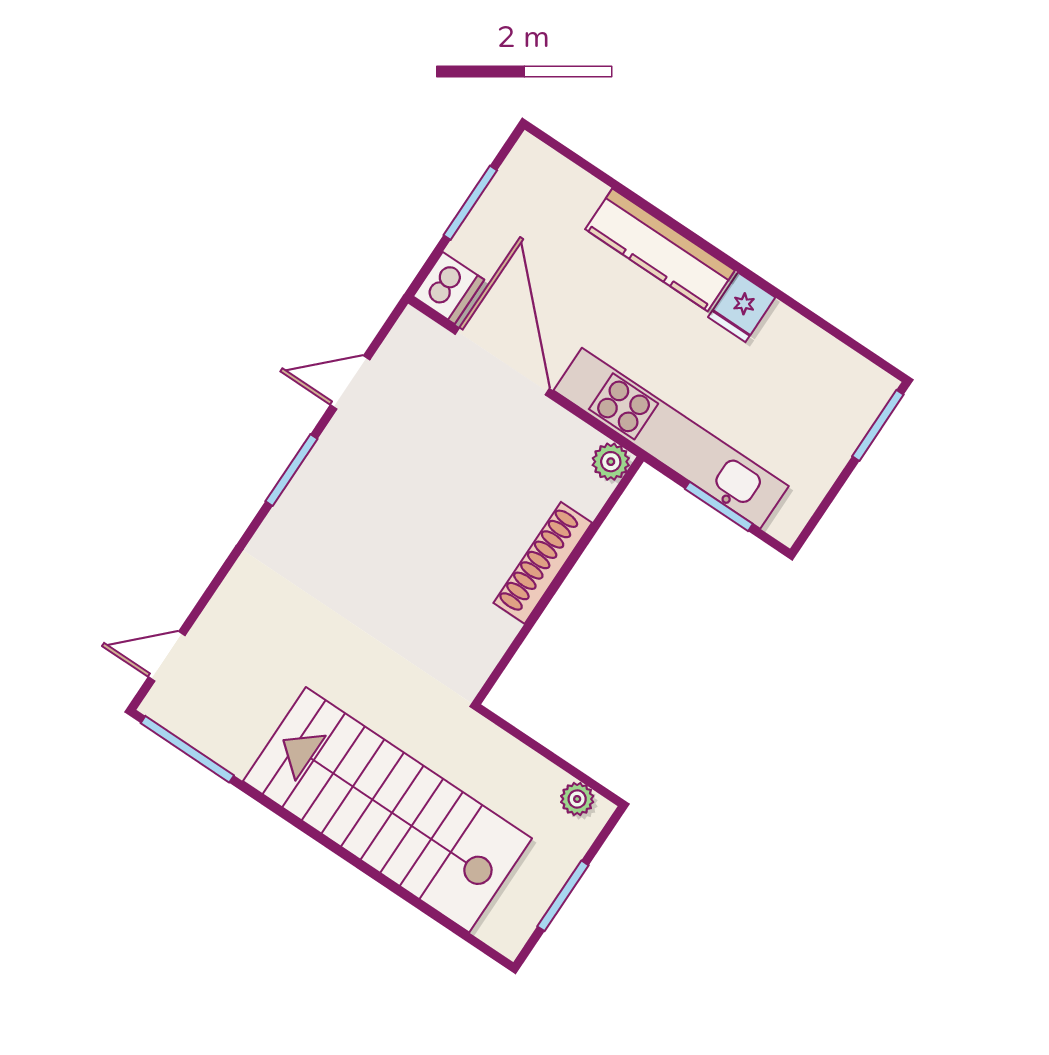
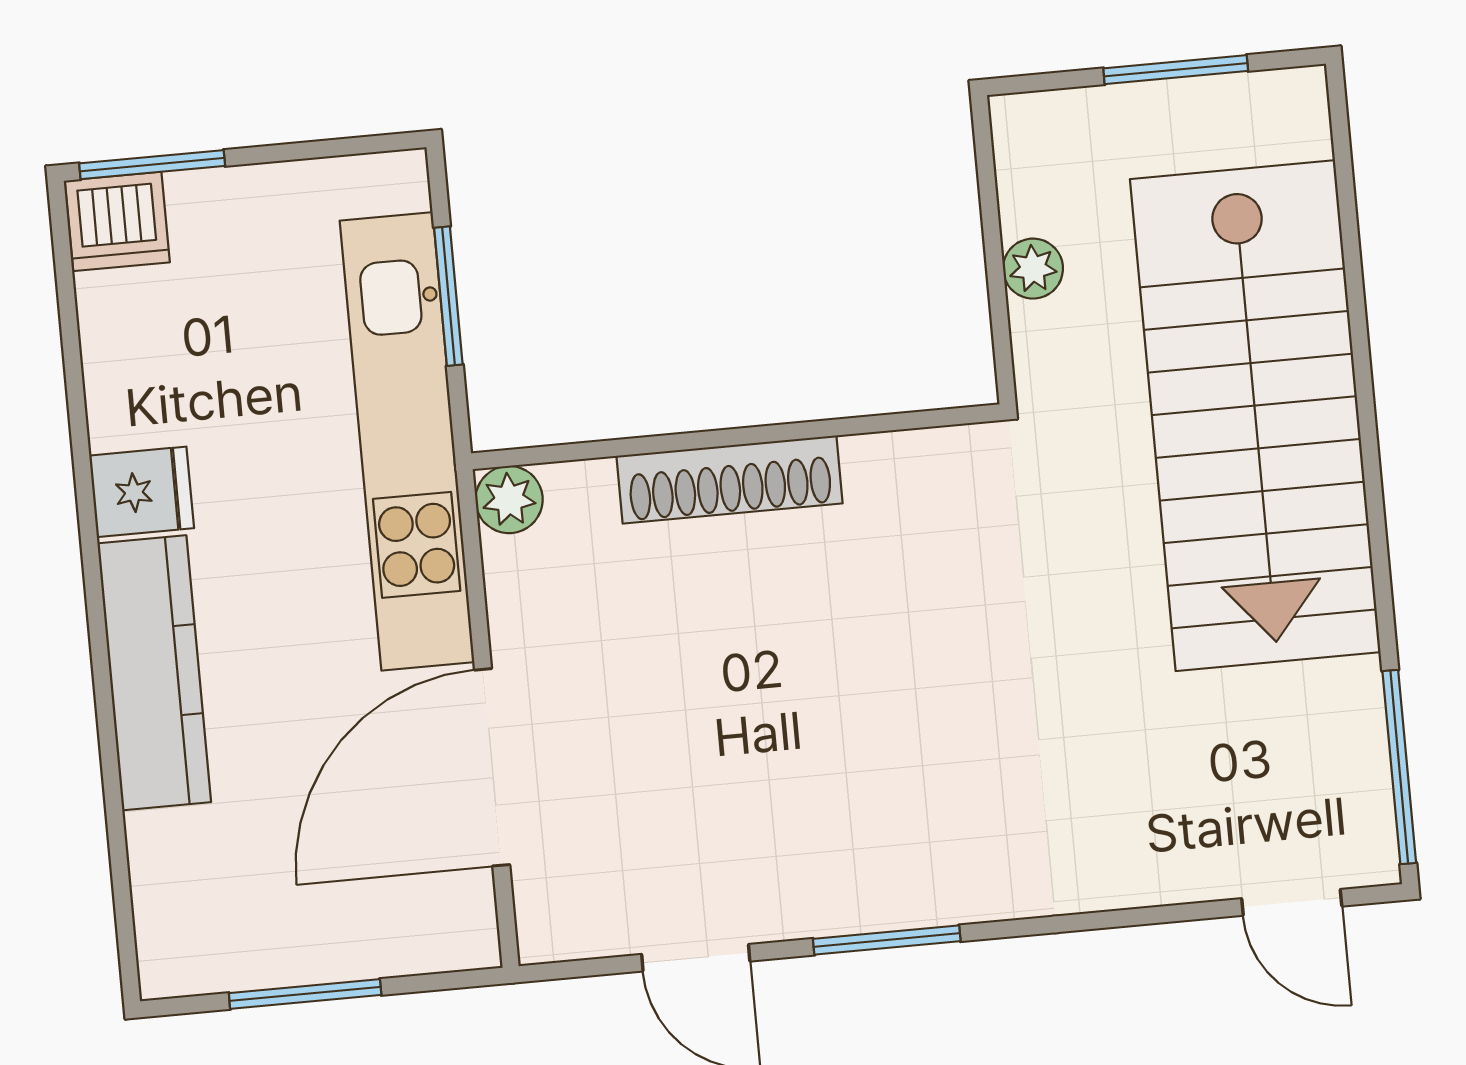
dishwasher: (449, 288) -> (117, 221), moved, turned 180
plant: (577, 799) -> (1033, 269), moved

